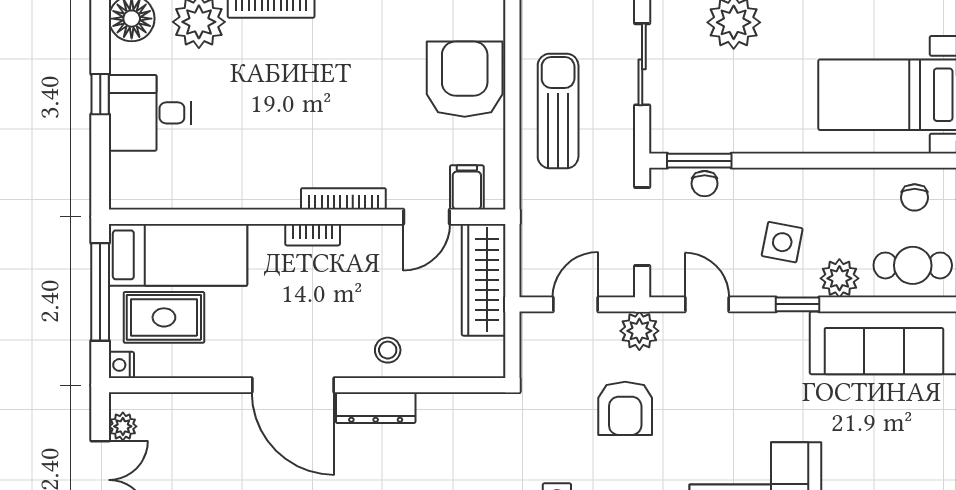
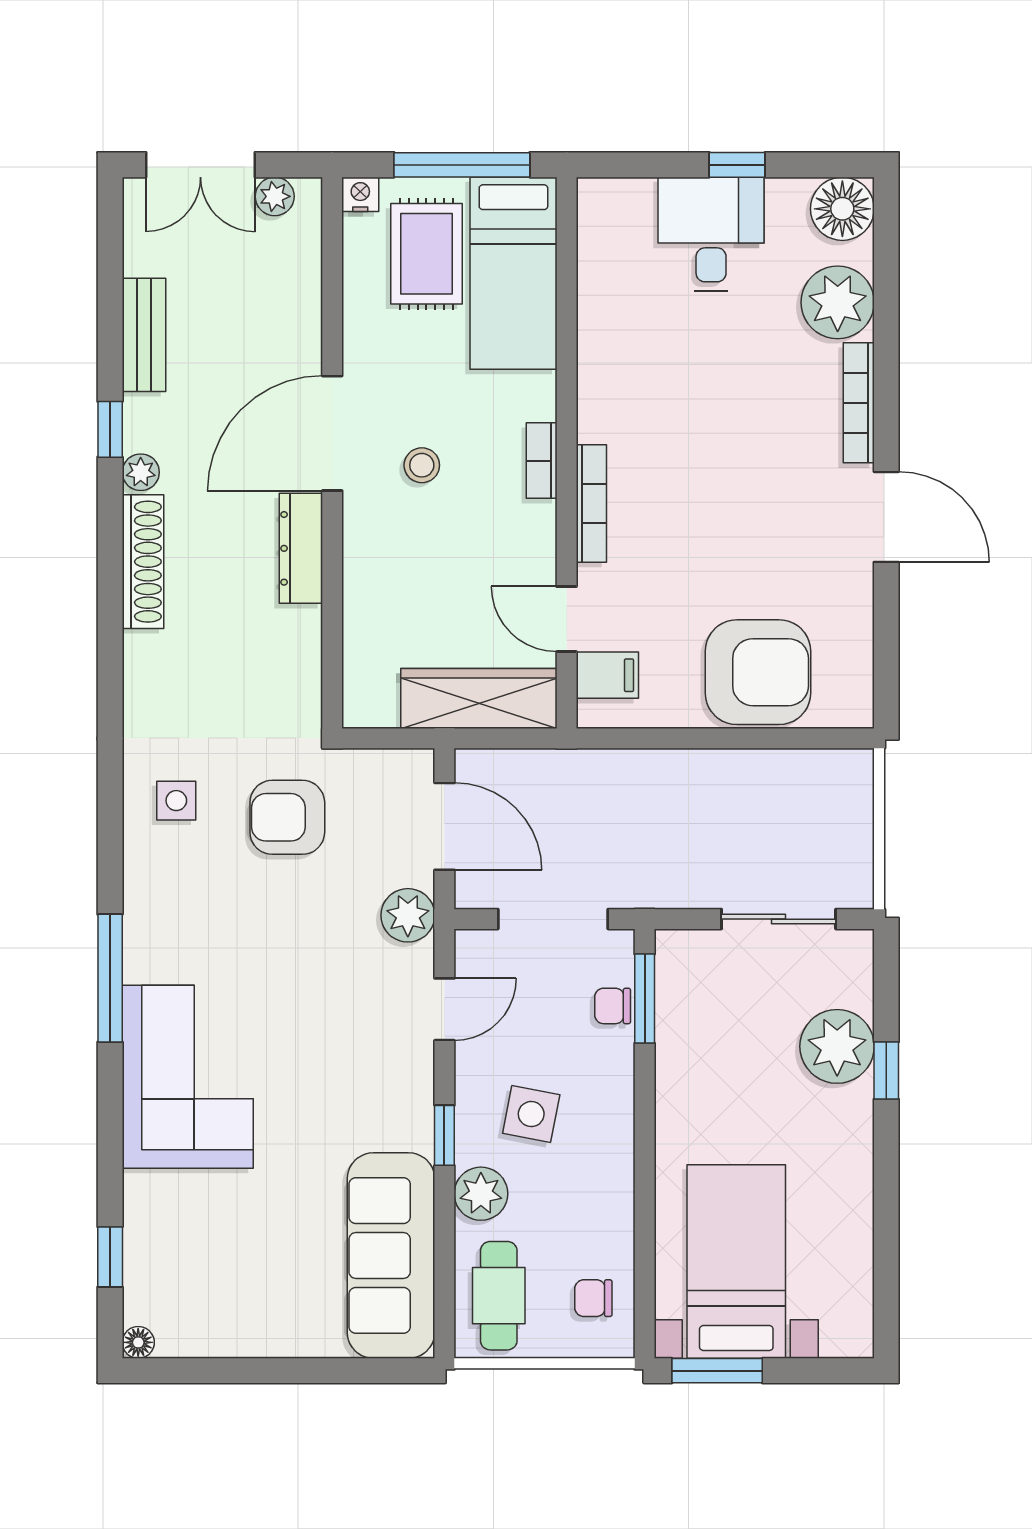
sun lounger: (558, 111) -> (714, 802), removed
door: (575, 304) -> (444, 826), width x1.38
stool: (388, 350) -> (422, 465), moved
armchair: (625, 408) -> (287, 817), moved

